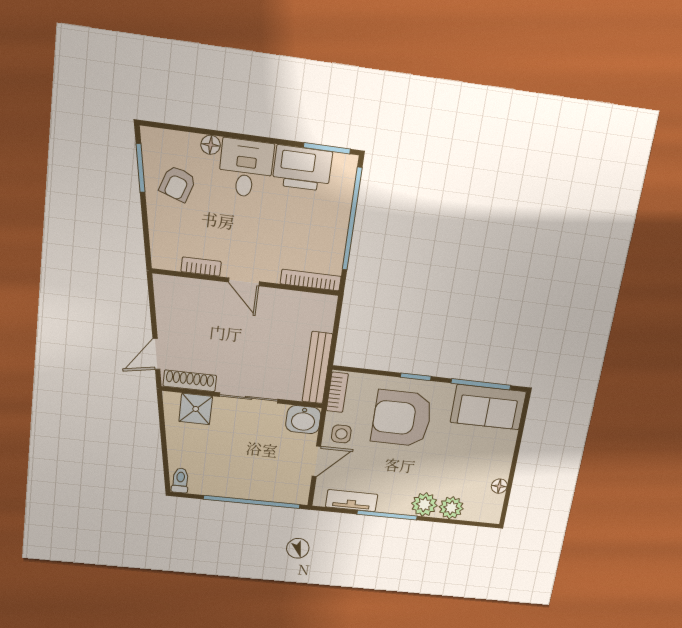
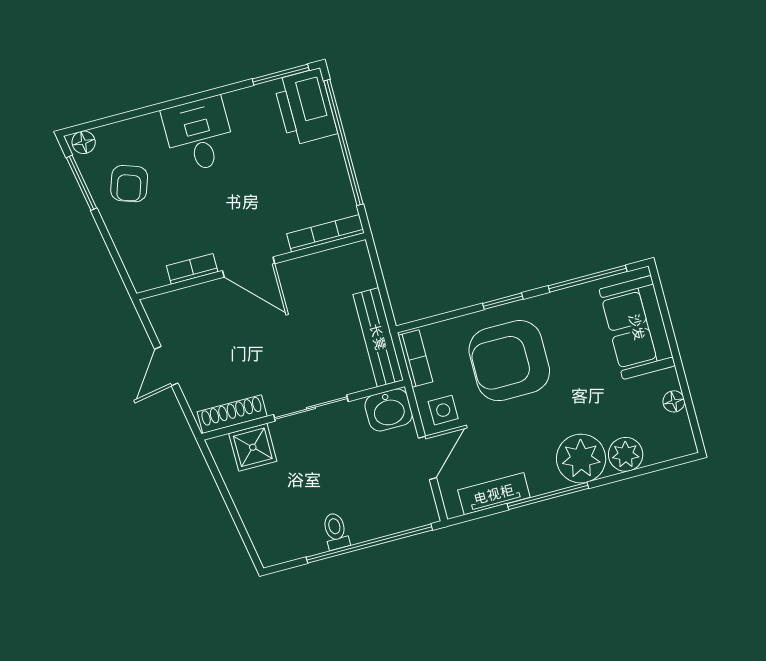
floor lamp: (211, 145) -> (84, 142), moved
printer: (302, 168) -> (305, 107), moved, turned 90
door: (244, 282) -> (249, 267), width x1.38
door: (156, 354) -> (166, 366), moved
sofa: (488, 407) -> (637, 327), moved, turned 90
toilet: (180, 480) -> (336, 531), moved
plant: (424, 504) -> (581, 459), width x1.36, depth x1.36

